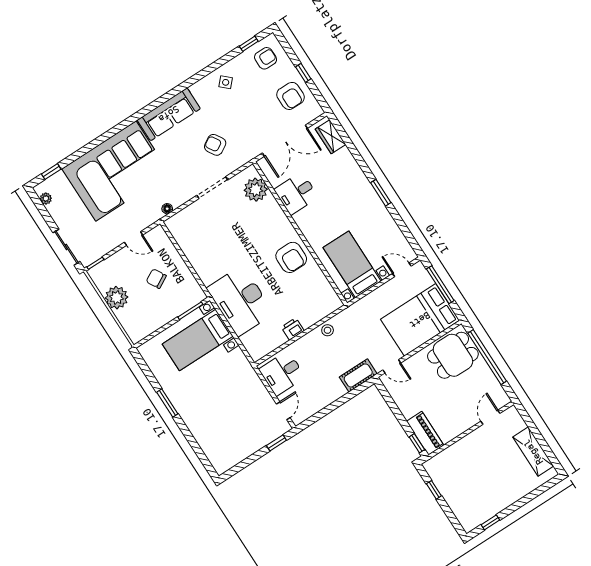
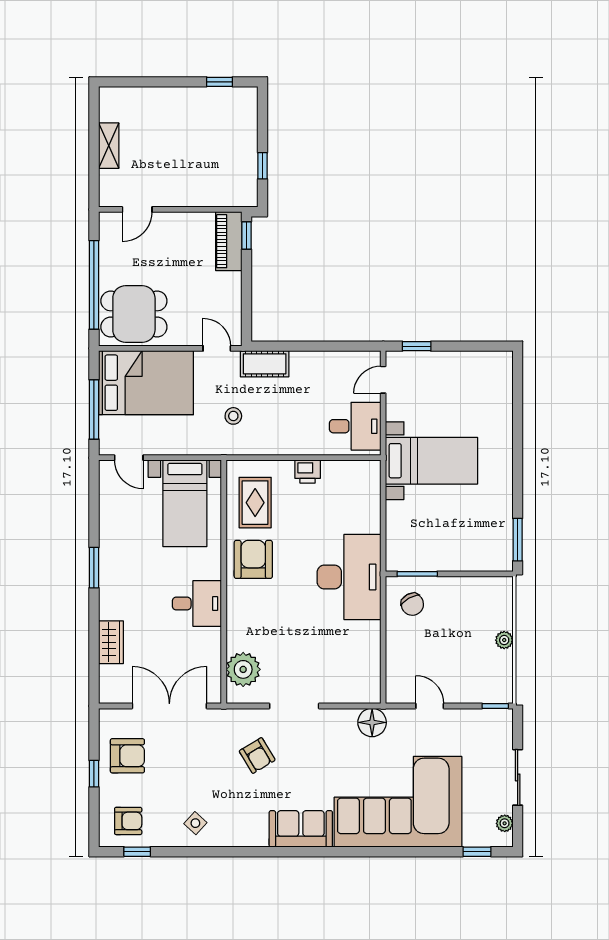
armchair: (266, 58) -> (128, 821), turned 180
armchair: (291, 96) -> (127, 756), turned 90
sofa: (169, 114) -> (301, 829), width x0.73
wardrobe: (331, 137) -> (111, 642), moved
desk: (296, 193) -> (197, 604), moved
floor lamp: (167, 209) -> (372, 722), width x1.89, depth x1.89
sliding door: (66, 247) -> (518, 777), moved
chair: (156, 279) -> (412, 604), moved
rug: (312, 291) -> (255, 503), added
plant: (117, 298) -> (504, 640), width x0.53, depth x0.53
desk: (240, 301) -> (349, 577), moved
stool: (328, 330) -> (233, 416), moved
bed with nightstands: (198, 340) -> (432, 461), moved
window: (167, 403) -> (518, 540), moved
shelving: (533, 452) -> (109, 146), width x0.67, depth x0.75

